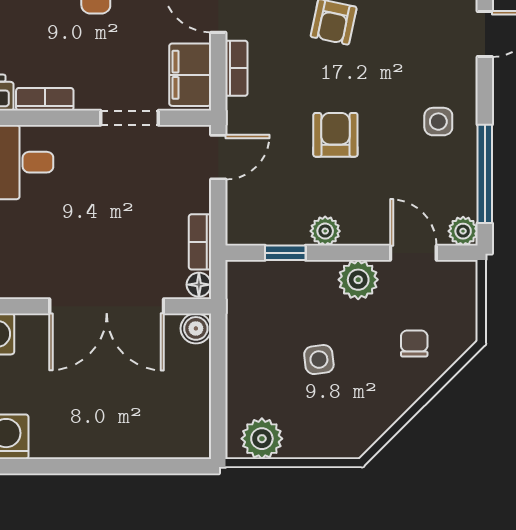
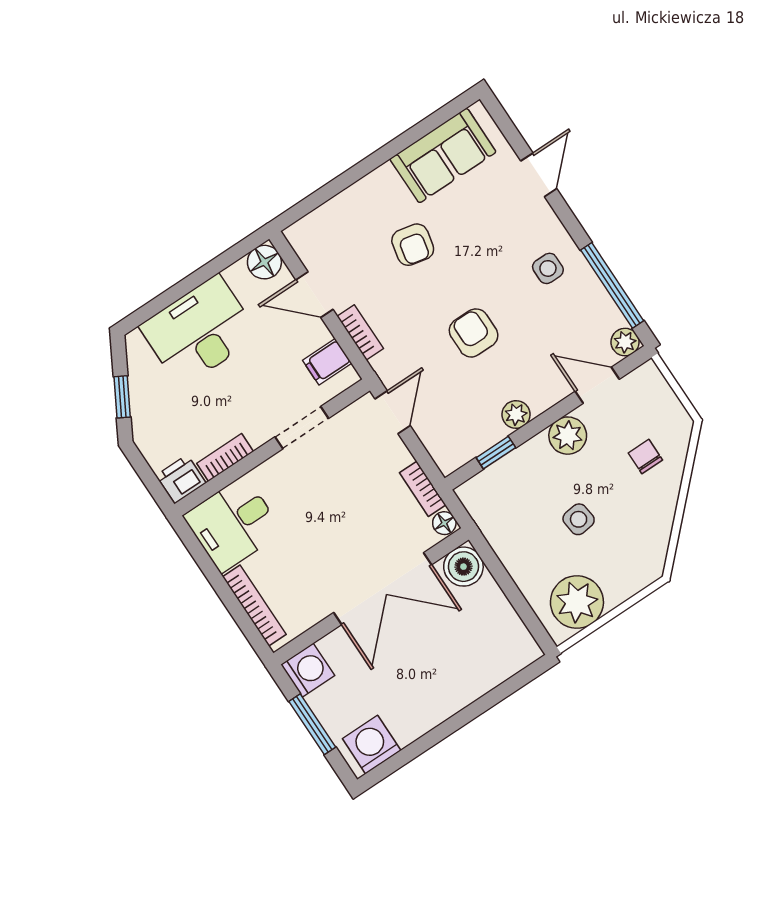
filing cabinet: (190, 75) -> (327, 362), width x0.50
boiler: (196, 328) -> (463, 567), width x1.36, depth x1.36
plant: (262, 439) -> (577, 602), width x1.36, depth x1.36

